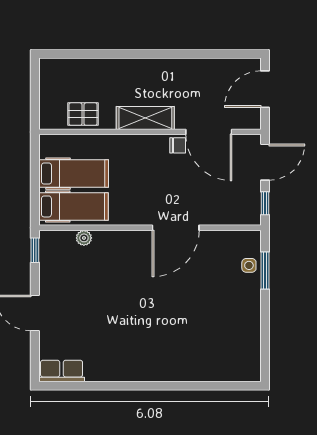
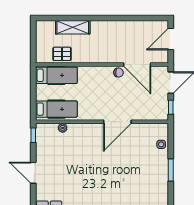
shelving: (145, 118) -> (73, 27), moved
hospital bed: (74, 174) -> (56, 75), moved
window: (265, 270) -> (171, 170), moved

